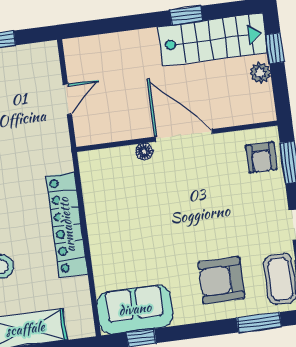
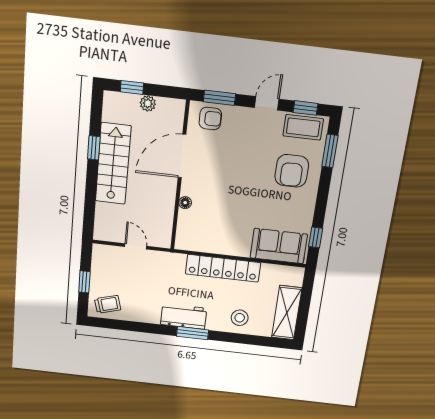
stairs: (213, 40) -> (113, 164), moved
door: (184, 135) -> (182, 156), moved
sofa: (135, 309) -> (279, 246), moved, turned 90

